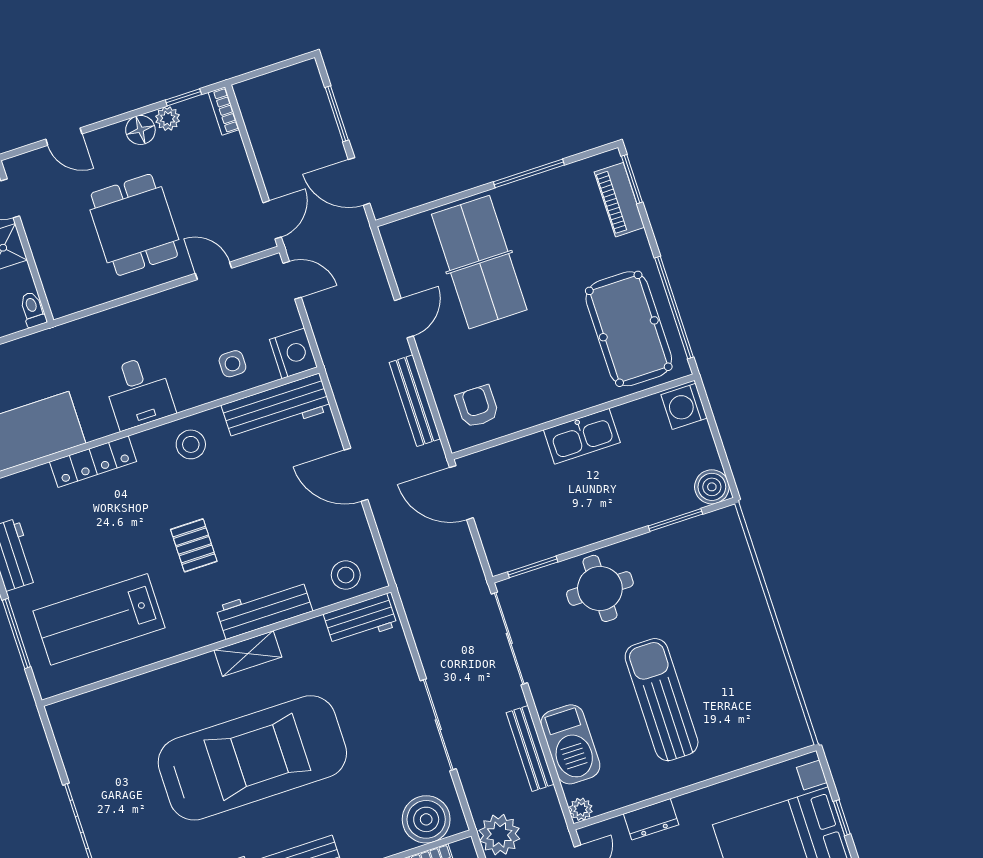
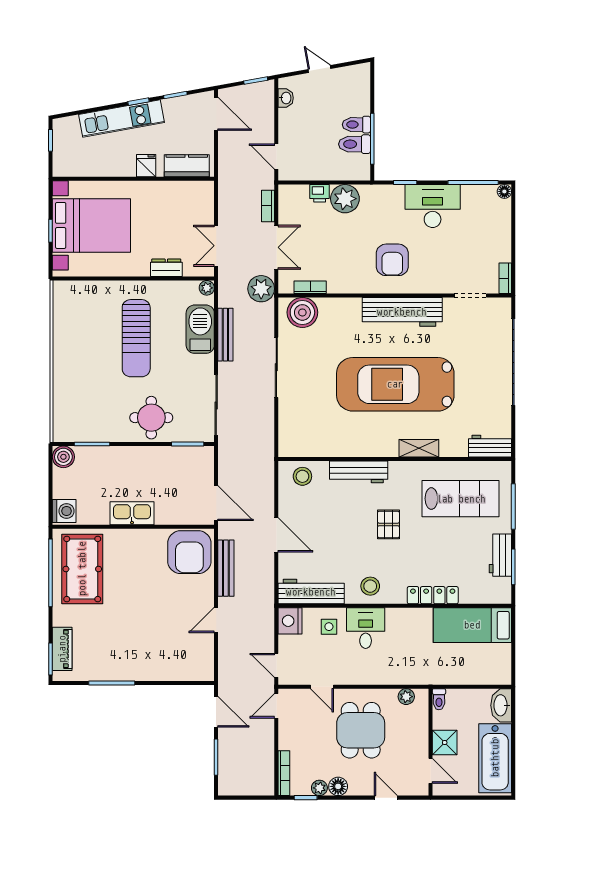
bookcase: (224, 111) -> (284, 773), width x1.56
table tennis table: (479, 262) -> (159, 639), removed
plant: (83, 297) -> (406, 697), added
desk: (139, 392) -> (366, 628), moved
armchair: (477, 406) -> (189, 552), width x1.88, depth x1.88
workbench: (360, 620) -> (490, 446), moved
shelving: (248, 654) -> (419, 448), moved

